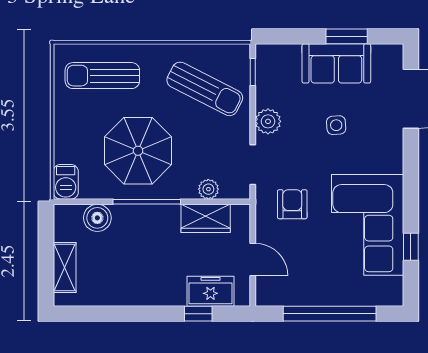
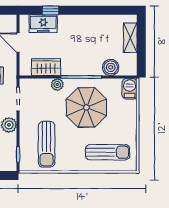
sun lounger: (205, 89) -> (47, 144), turned -117
plant: (208, 189) -> (57, 85), moved

